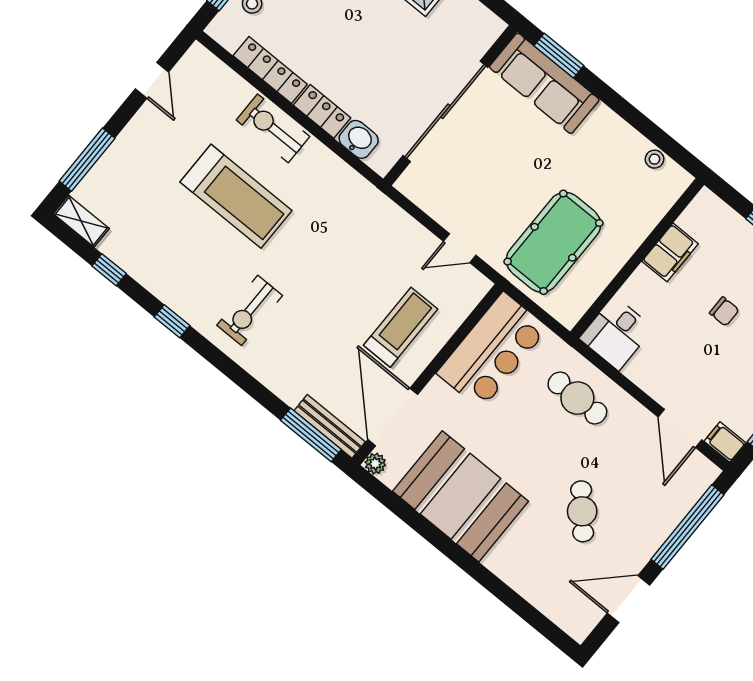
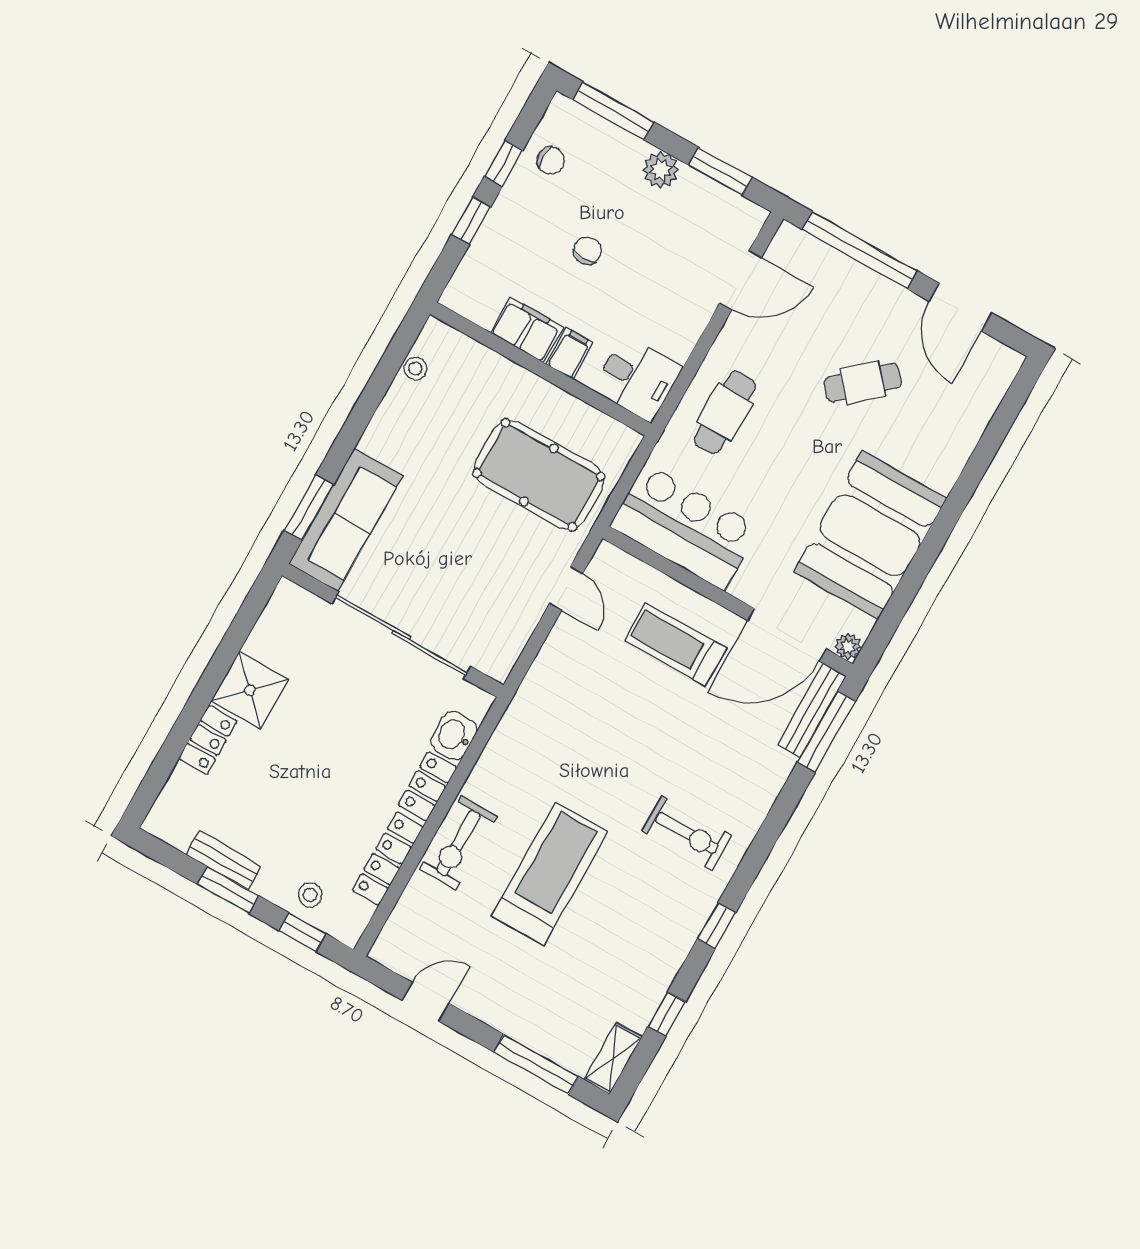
filing cabinet: (725, 442) -> (570, 353), moved, turned 180

